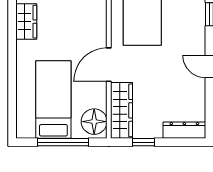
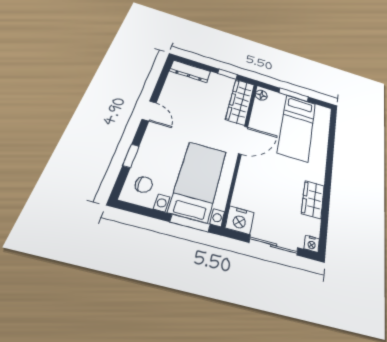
floor lamp: (94, 122) -> (261, 95), width x0.53, depth x0.53
window: (63, 142) -> (294, 95), width x0.69

